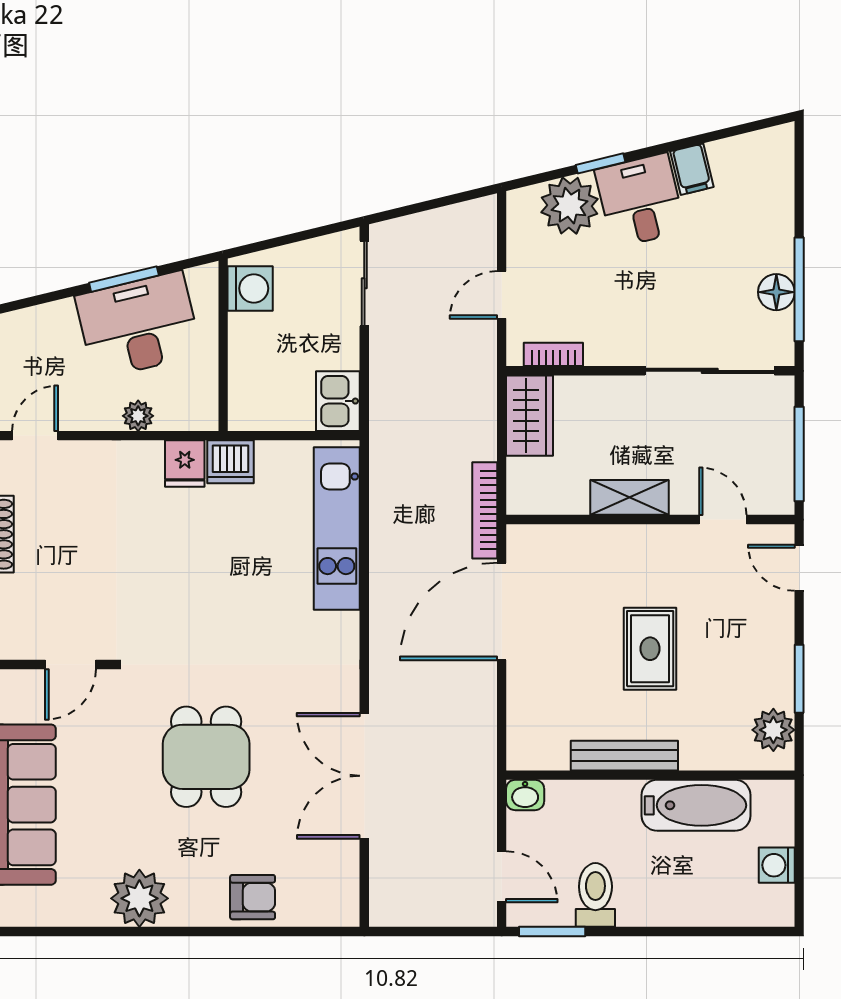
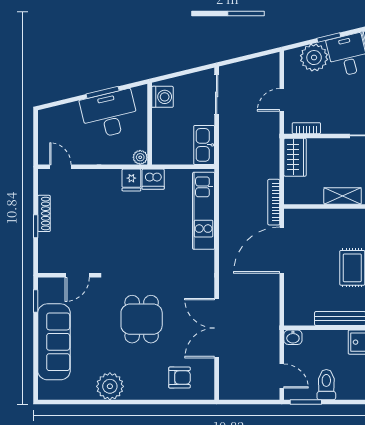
kitchen sink: (338, 401) -> (204, 145), width x1.38
plant: (138, 416) -> (140, 157), moved
door: (35, 436) -> (60, 167), hinge flipped
armchair: (253, 897) -> (180, 378), moved

